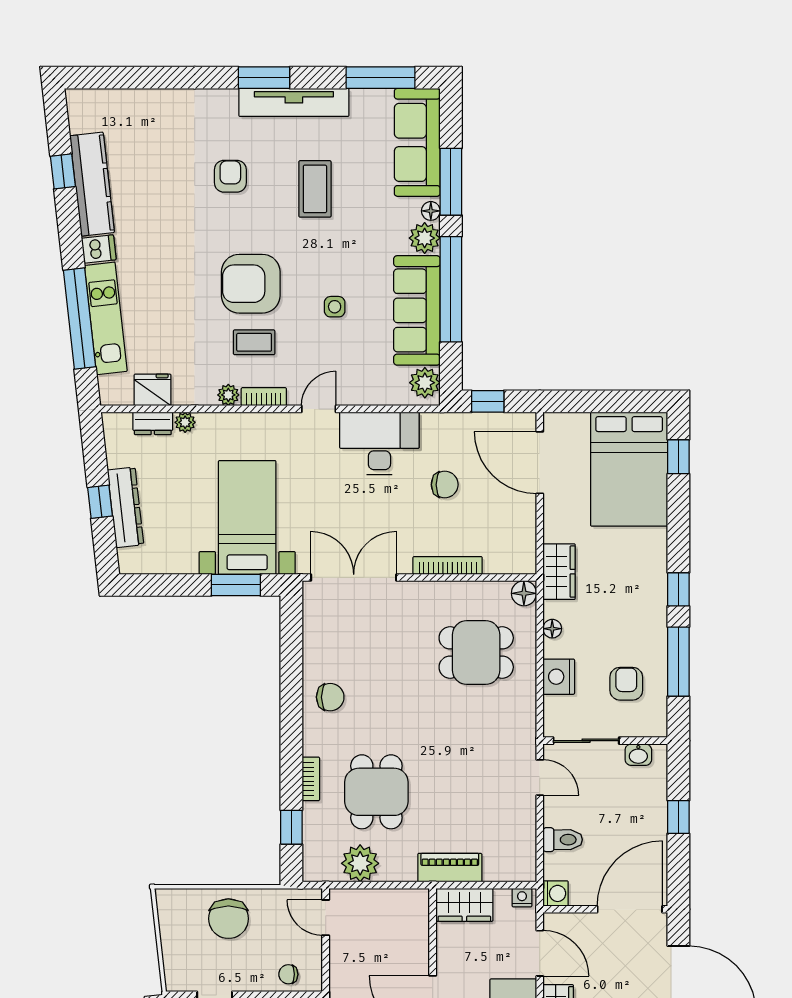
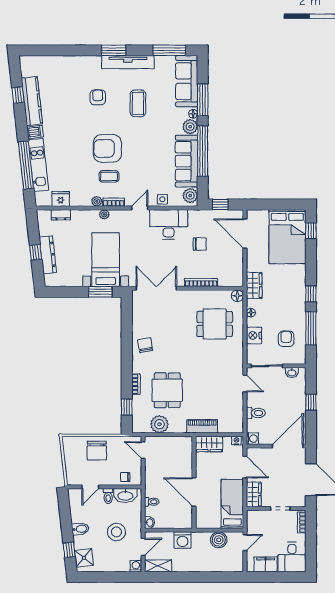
side table: (335, 307) -> (162, 199), moved
plant: (185, 422) -> (104, 214), moved
chair: (330, 697) -> (145, 345), turned -100

